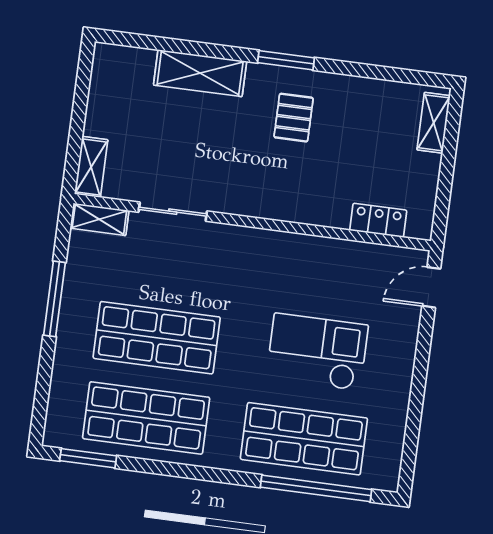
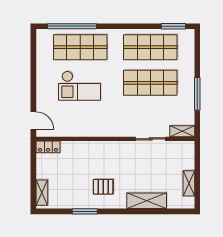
window: (286, 60) -> (85, 211), moved
pallet: (294, 118) -> (103, 187), turned 90
shelving: (91, 167) -> (189, 183), moved
locker: (378, 220) -> (48, 147), moved
door: (431, 287) -> (33, 121), hinge flipped

